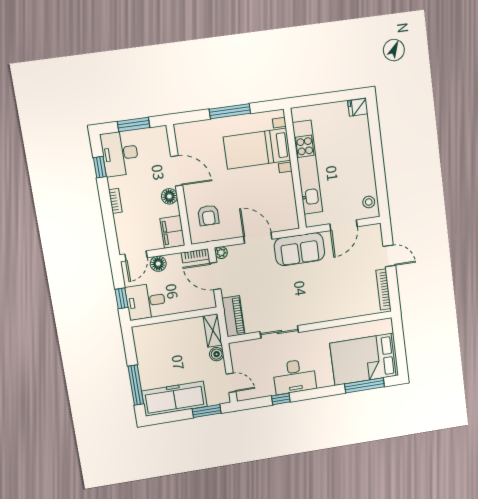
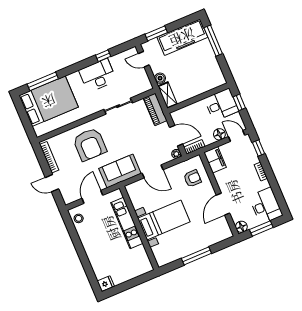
bed with nightstands: (257, 149) -> (164, 220), moved
window: (100, 167) -> (259, 148), moved
kitchen unit: (308, 167) -> (127, 223), width x0.73
door: (177, 171) -> (223, 204), hinge flipped
floor lamp: (169, 196) -> (241, 227), moved
armchair: (208, 215) -> (192, 178), turned 90
door: (136, 256) -> (237, 136), hinge flipped
armchair: (328, 293) -> (90, 144), added

